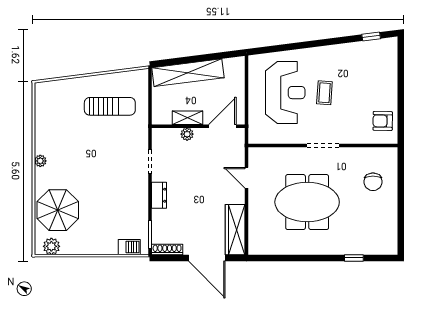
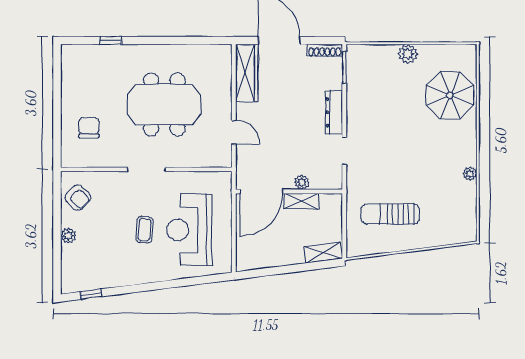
shelving: (188, 73) -> (323, 253), width x0.45, depth x0.75
plant: (391, 88) -> (68, 236), added
armchair: (383, 121) -> (78, 197), turned 43
door: (222, 126) -> (261, 191), width x1.36
plant: (40, 161) -> (470, 174), moved
dresser: (159, 195) -> (334, 112), width x1.44
plant: (51, 246) -> (408, 54), moved
barbecue: (129, 247) -> (368, 53), removed

